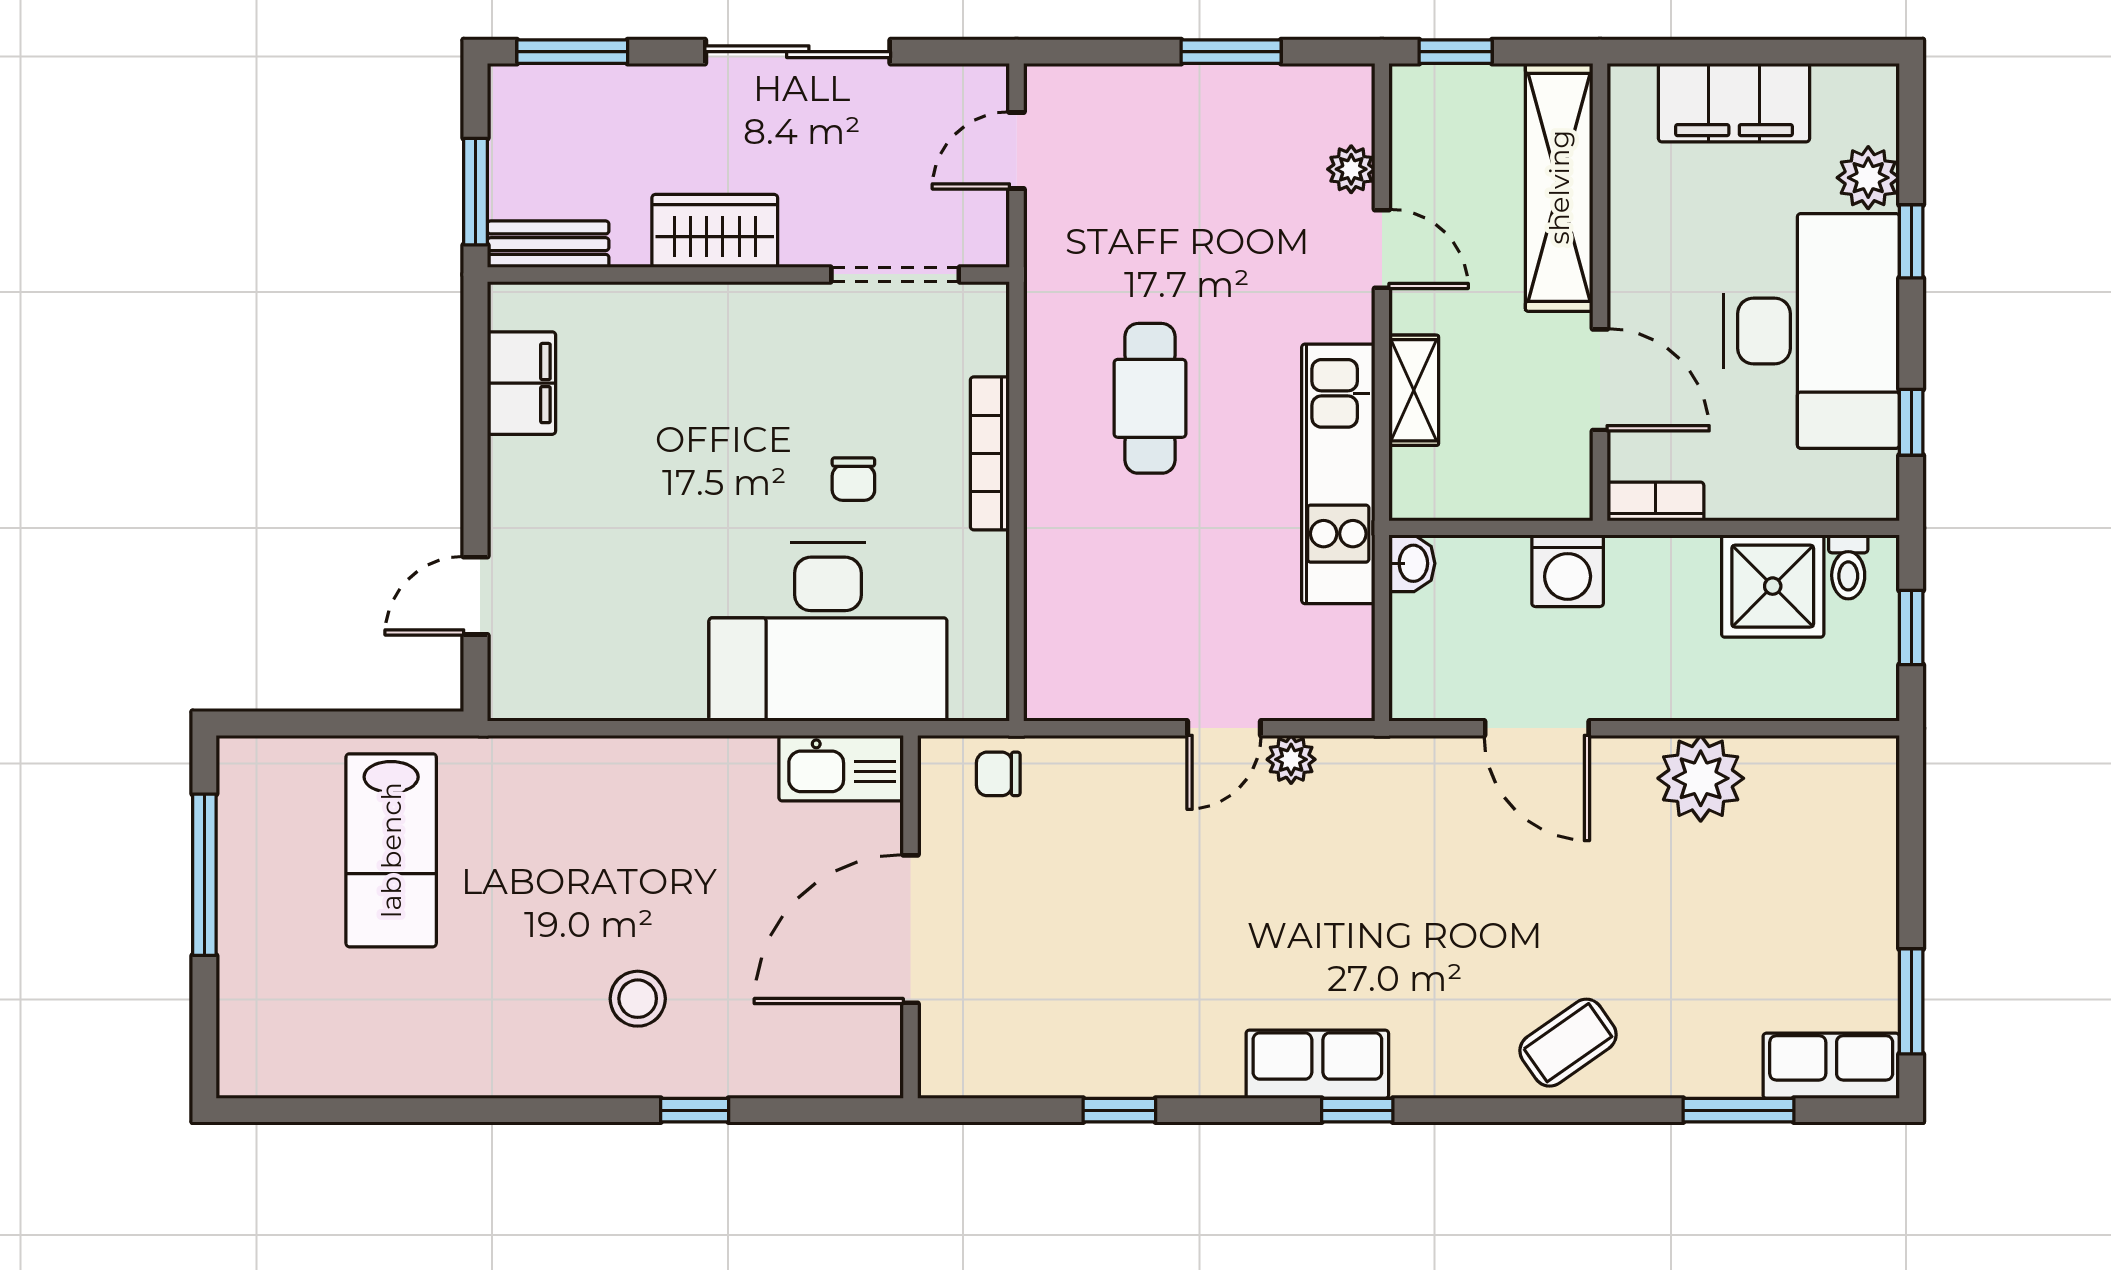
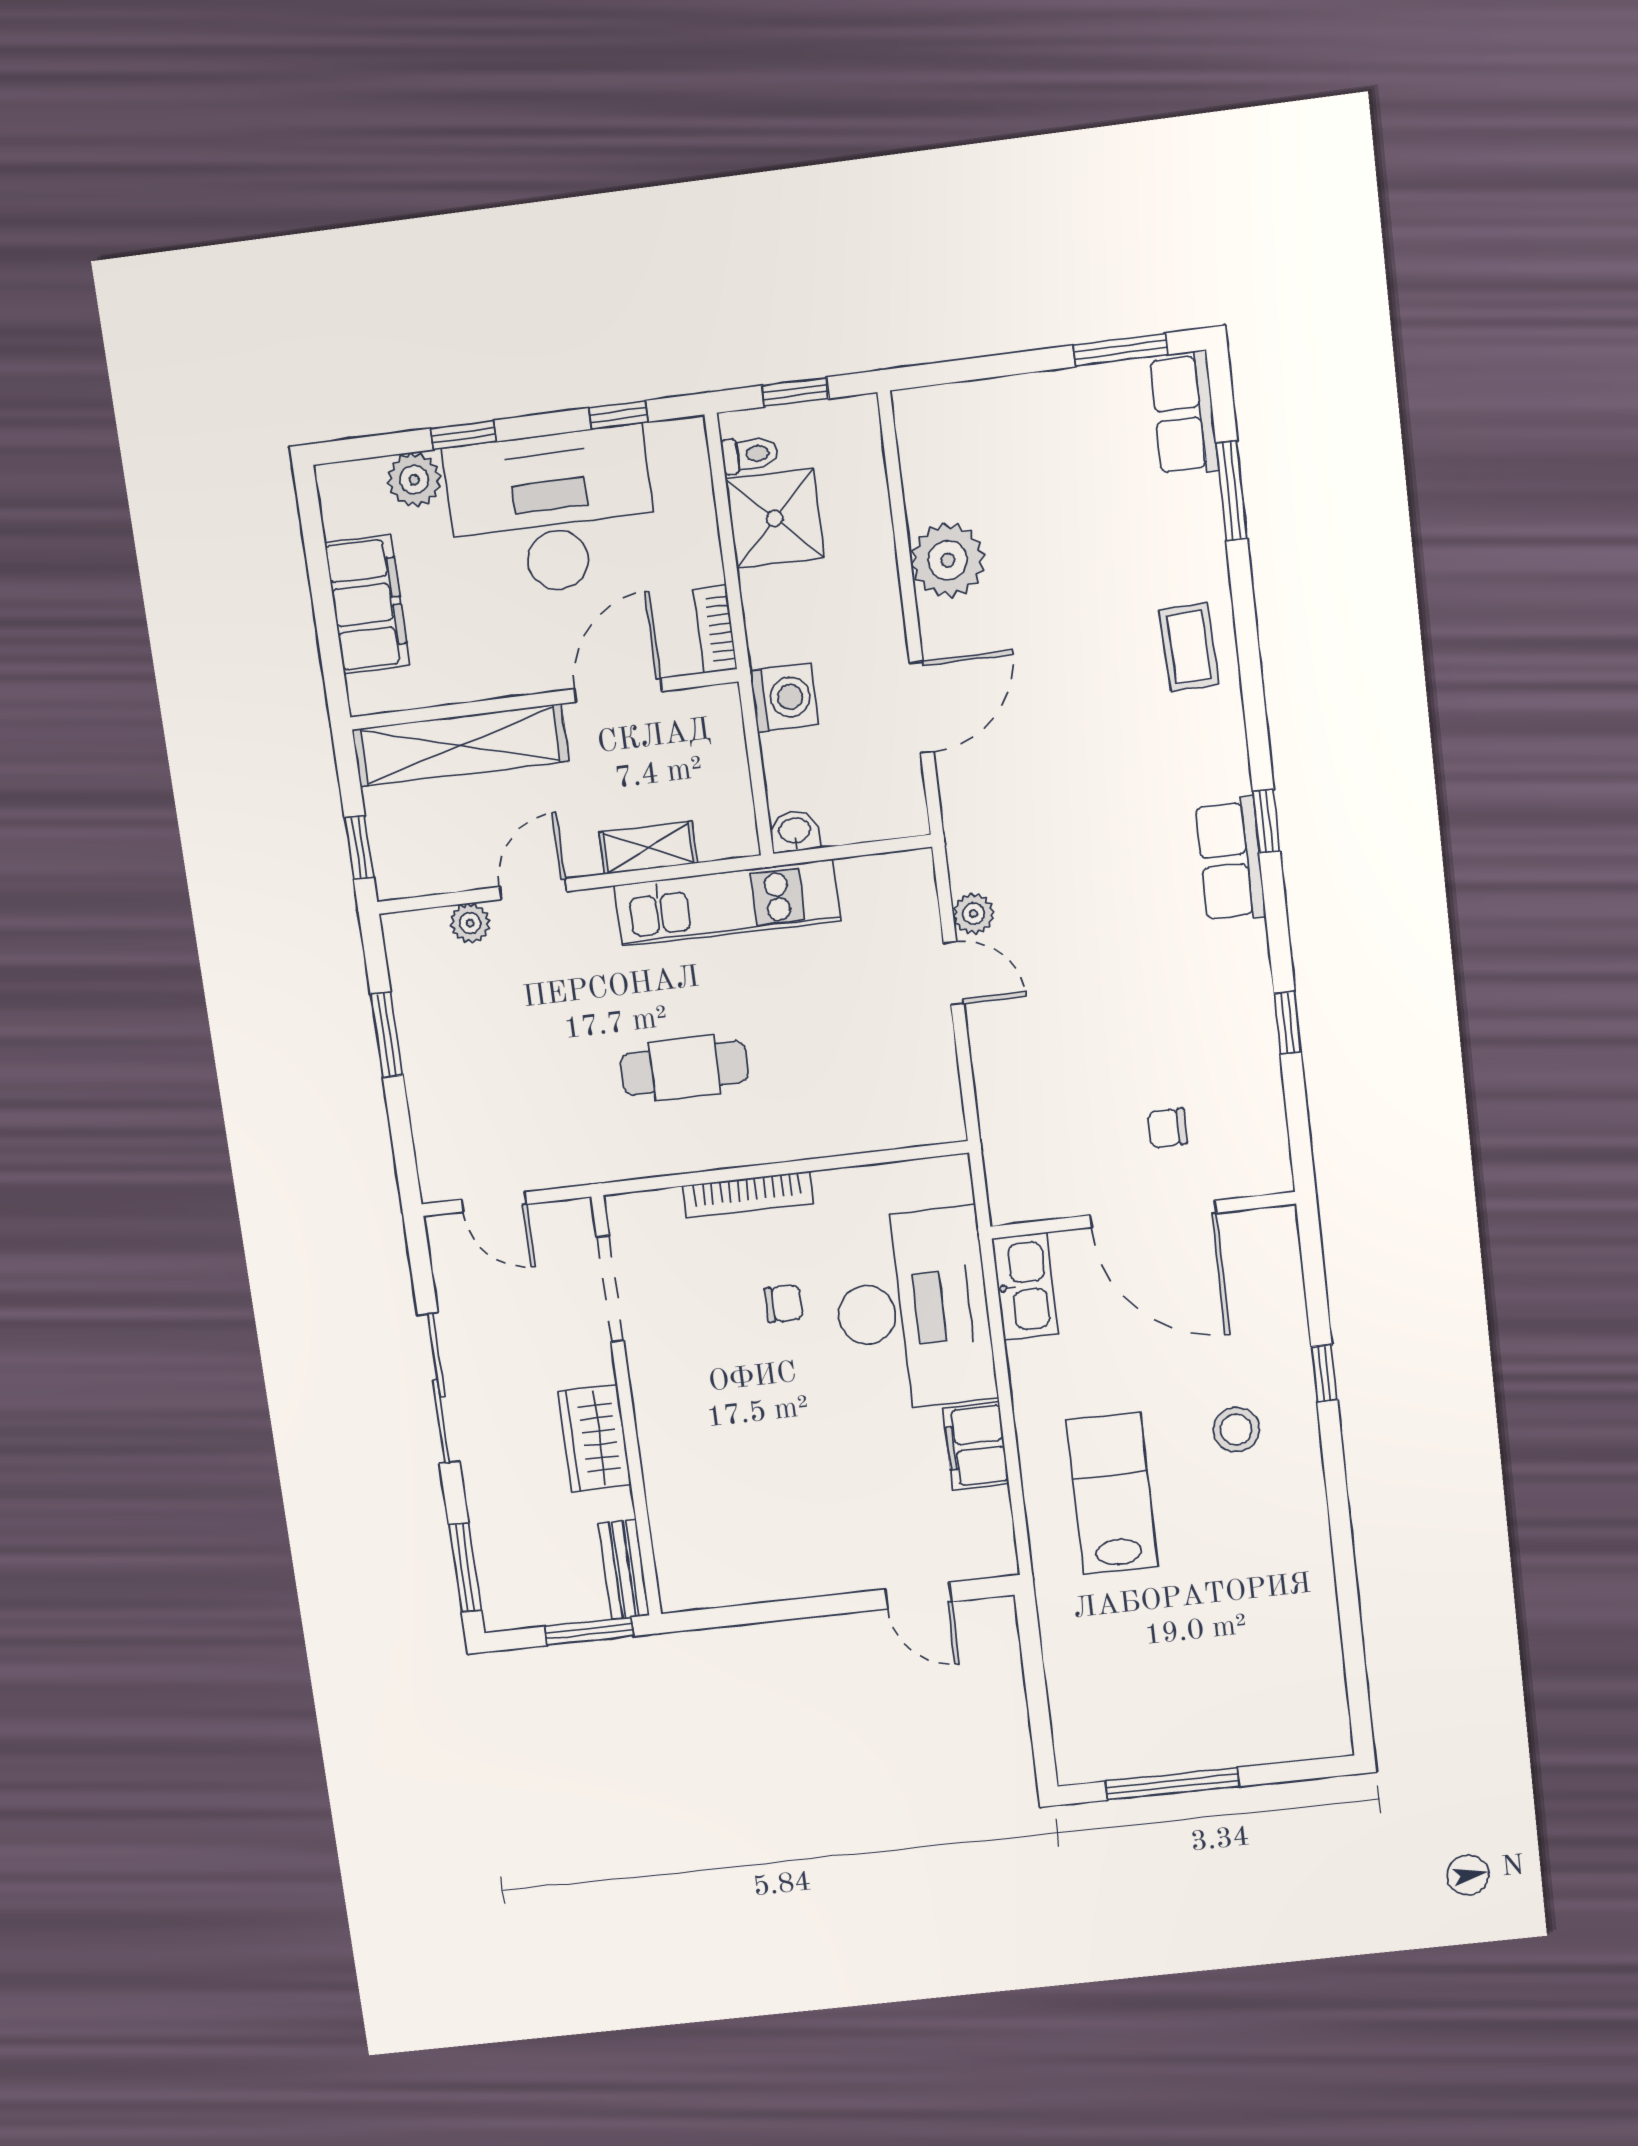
filing cabinet: (521, 383) -> (976, 1446), moved, turned -90
chair: (998, 774) -> (1167, 1128), moved, turned 90
lab bench: (391, 850) -> (1112, 1493), moved, turned -90
coffee table: (1568, 1043) -> (1189, 647), turned 33

